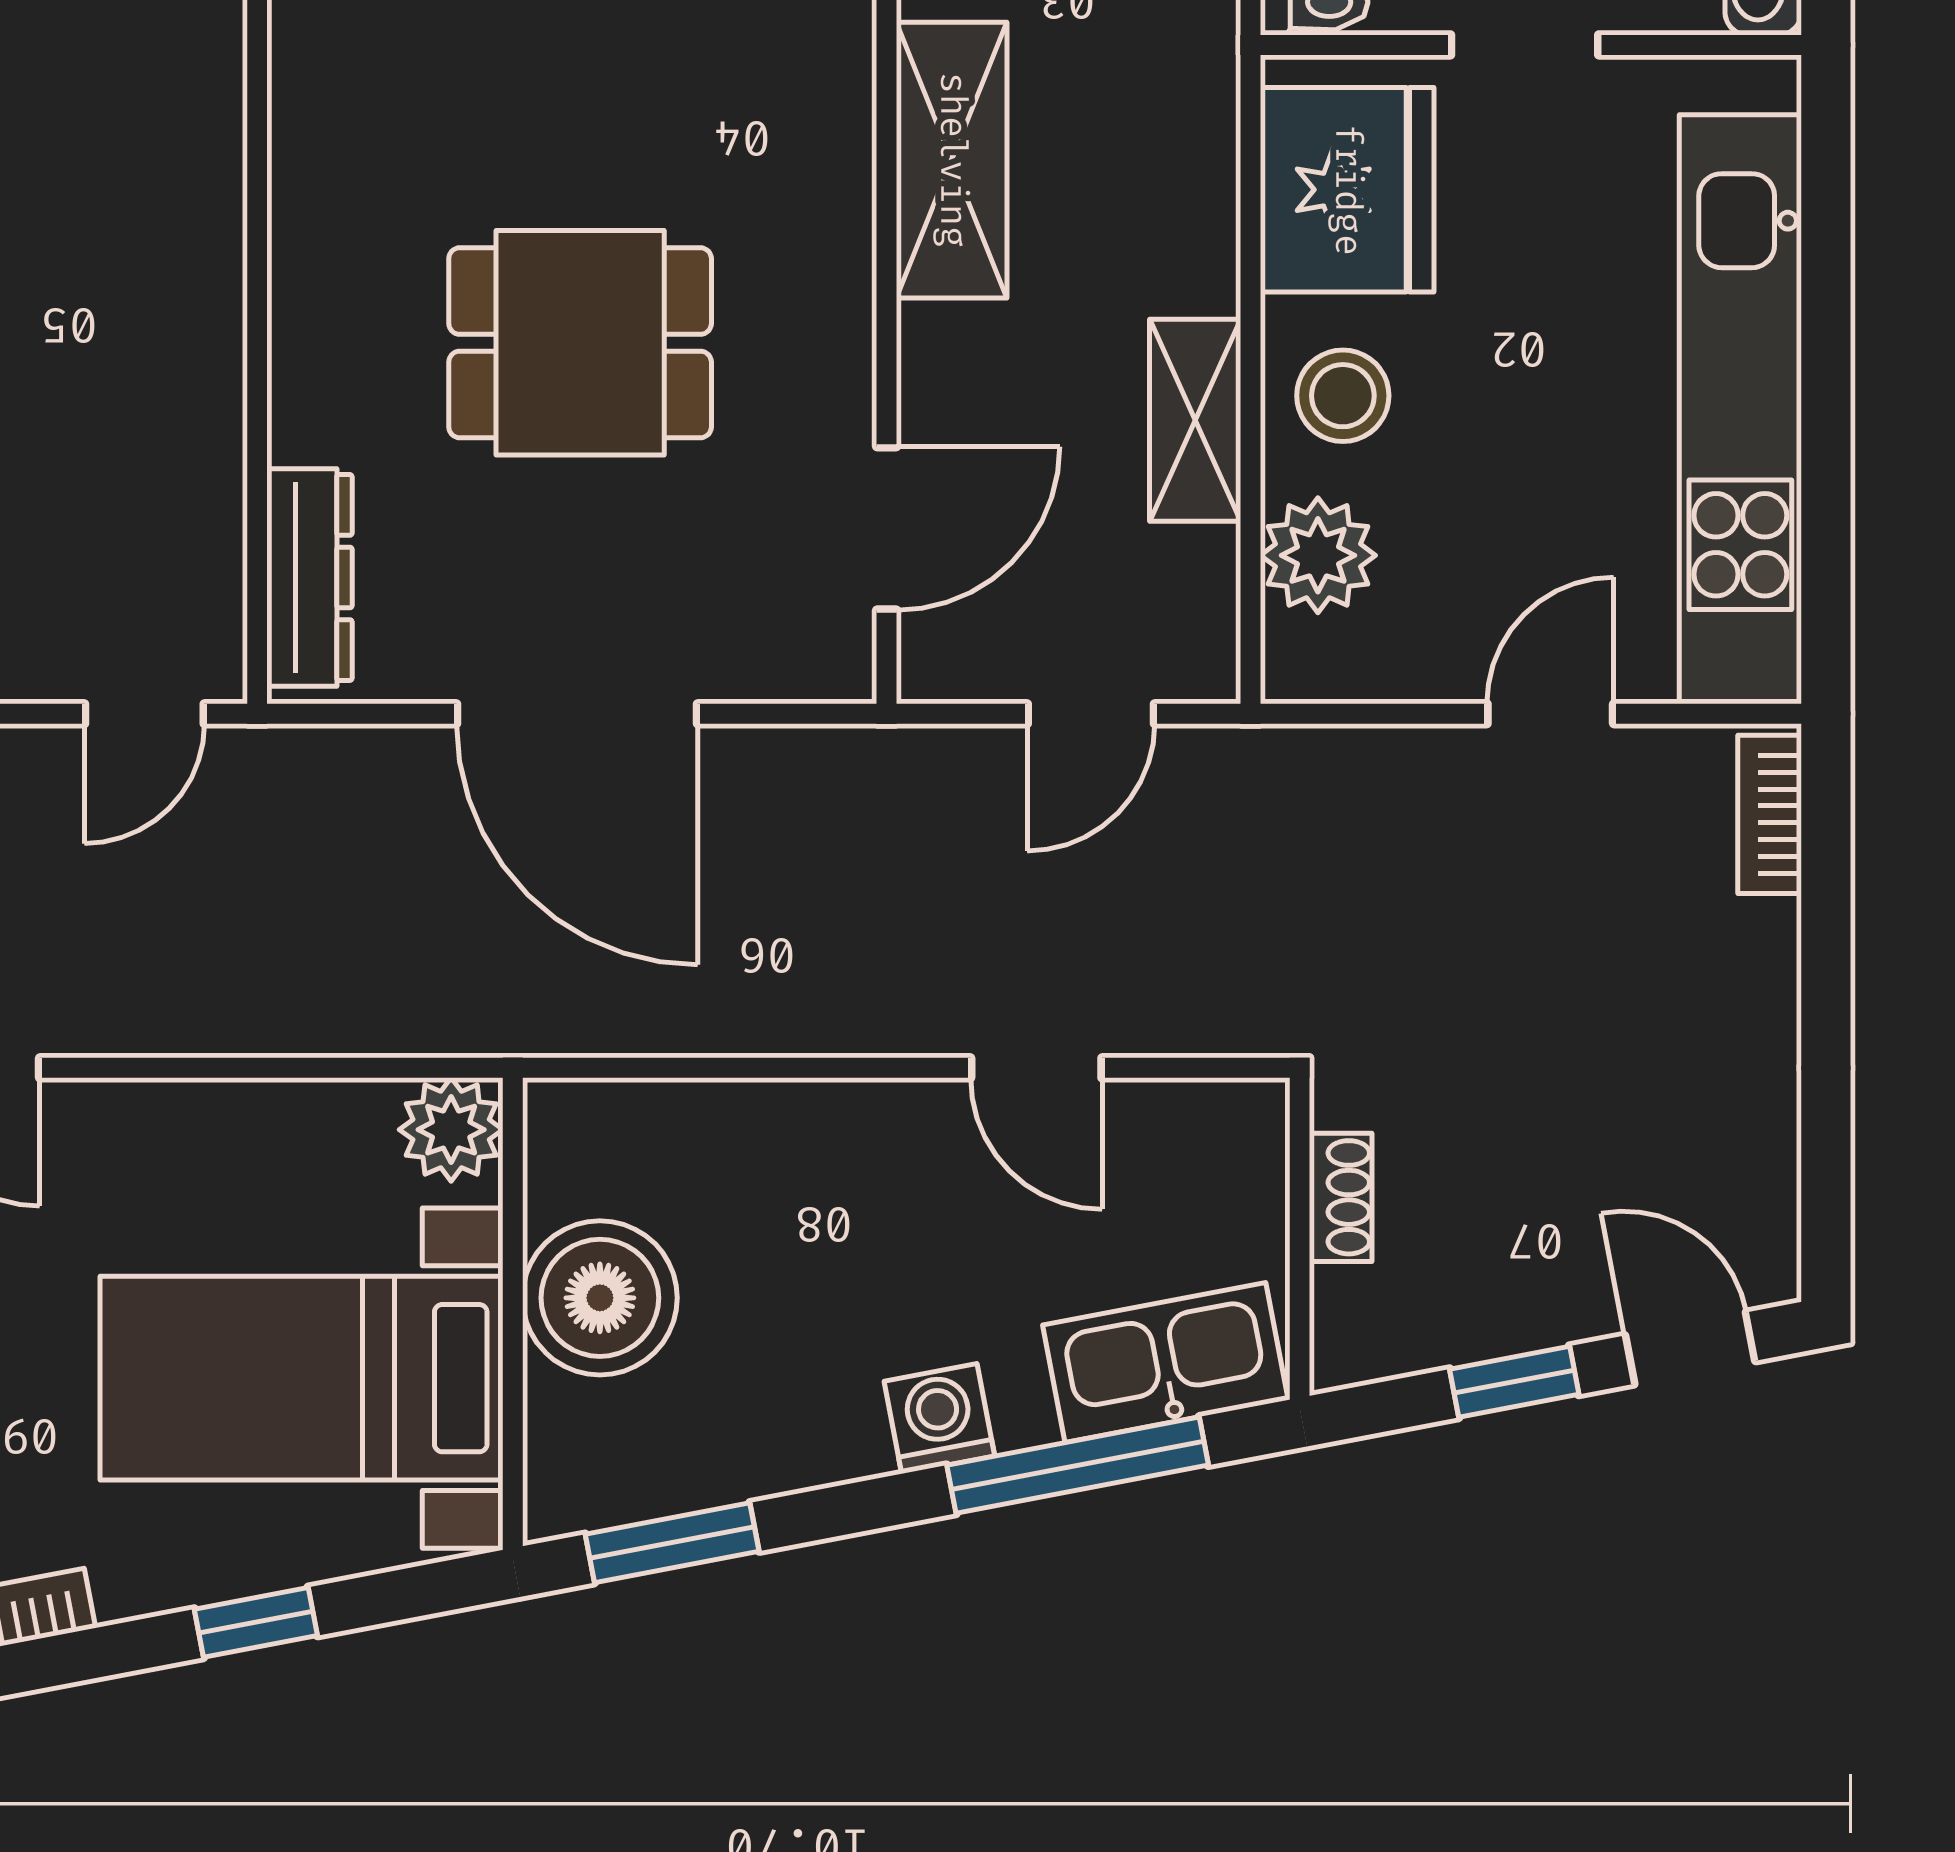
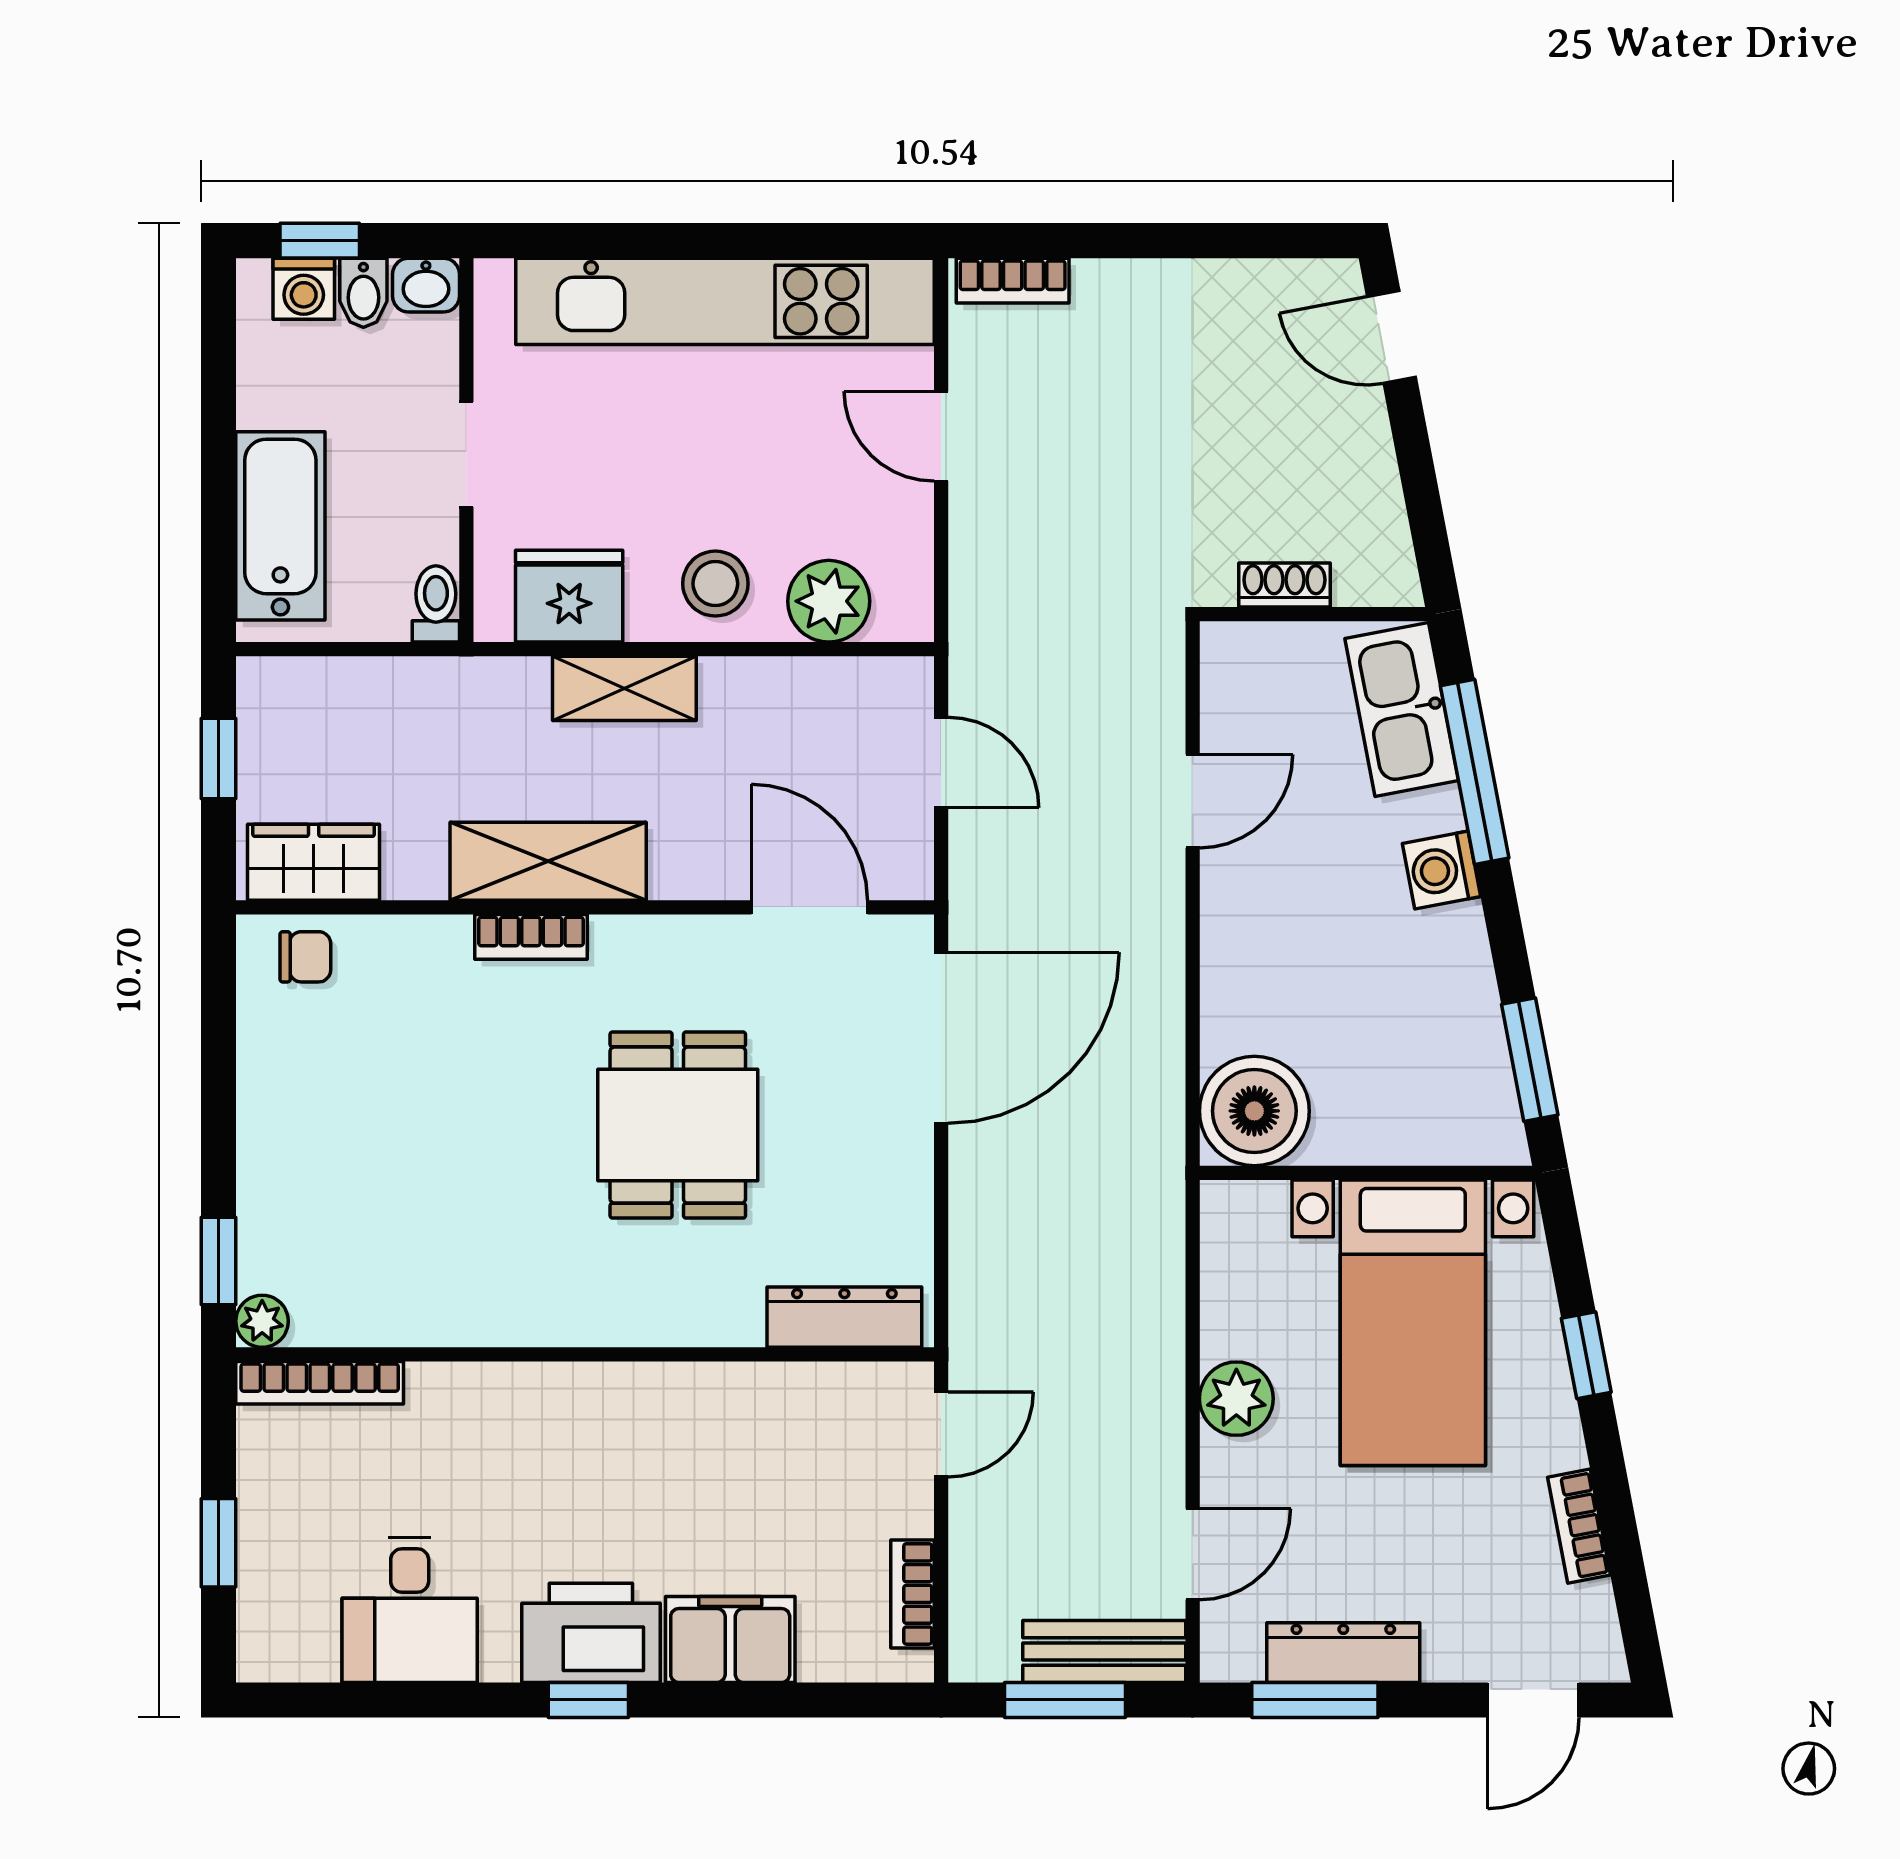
bookcase: (845, 136) -> (531, 937), added
fridge: (1347, 190) -> (569, 596), width x0.73, depth x0.75
shelving: (1195, 420) -> (624, 688), moved
door: (144, 714) -> (941, 1434), hinge flipped
door: (577, 714) -> (941, 1038), moved
plant: (451, 1130) -> (1236, 1399), moved
boiler: (600, 1298) -> (1254, 1111), moved
door: (1690, 1348) -> (1392, 337), hinge flipped
window: (1514, 1382) -> (1415, 462), removed

